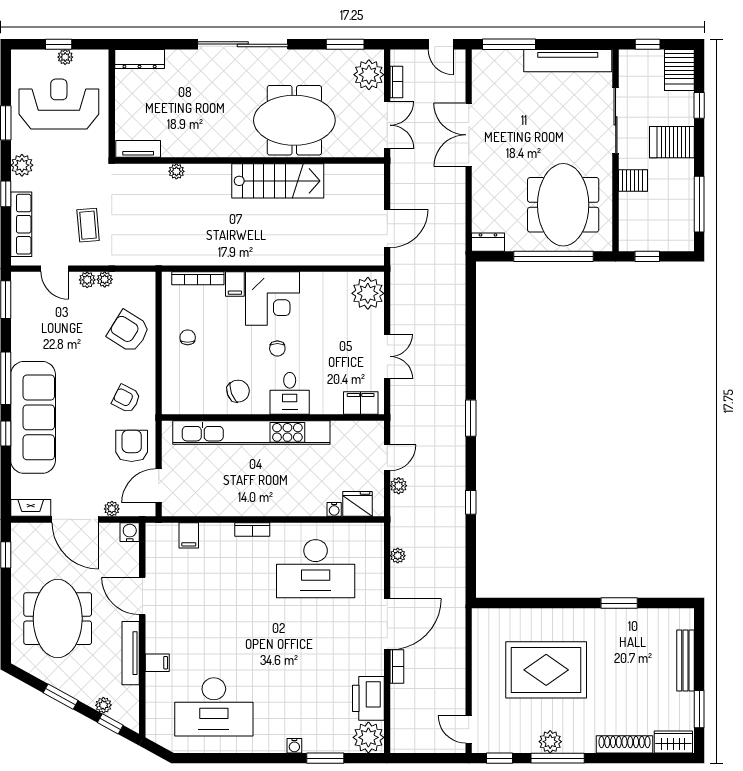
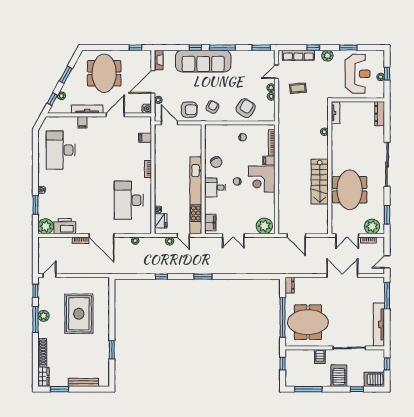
kitchen unit: (251, 432) -> (196, 195), moved
meeting table: (58, 619) -> (104, 73), turned 90

